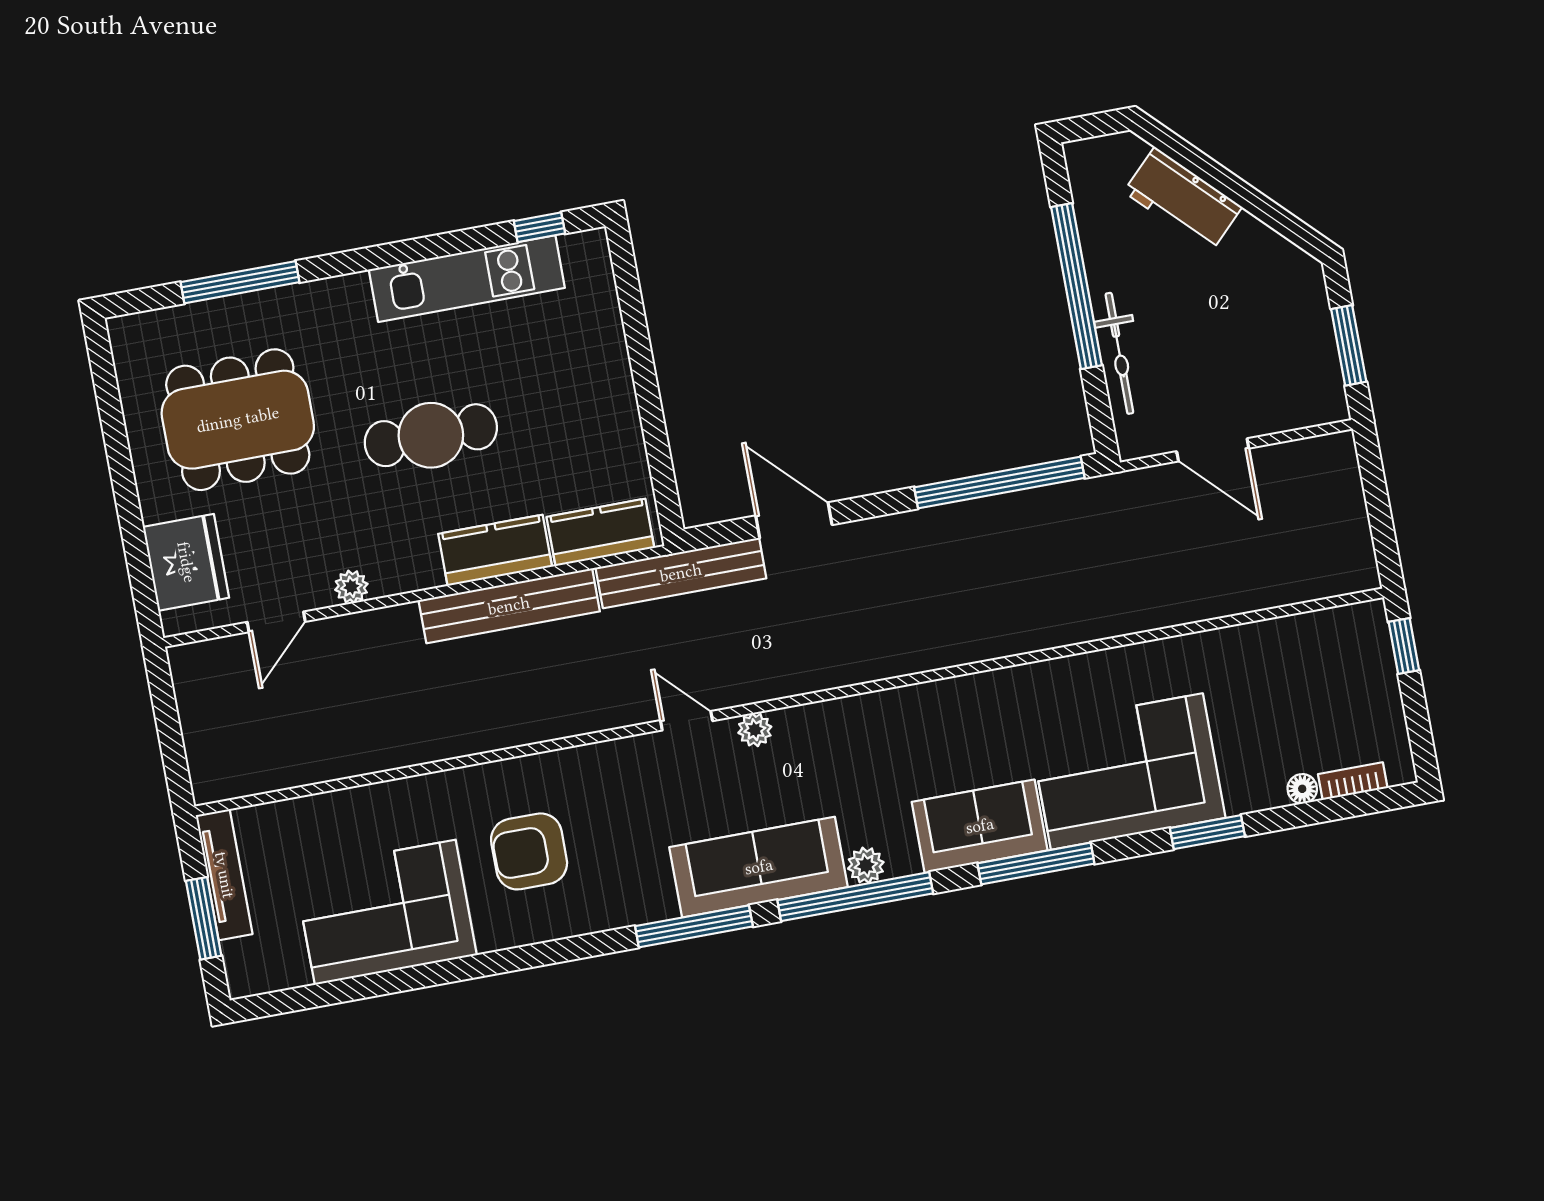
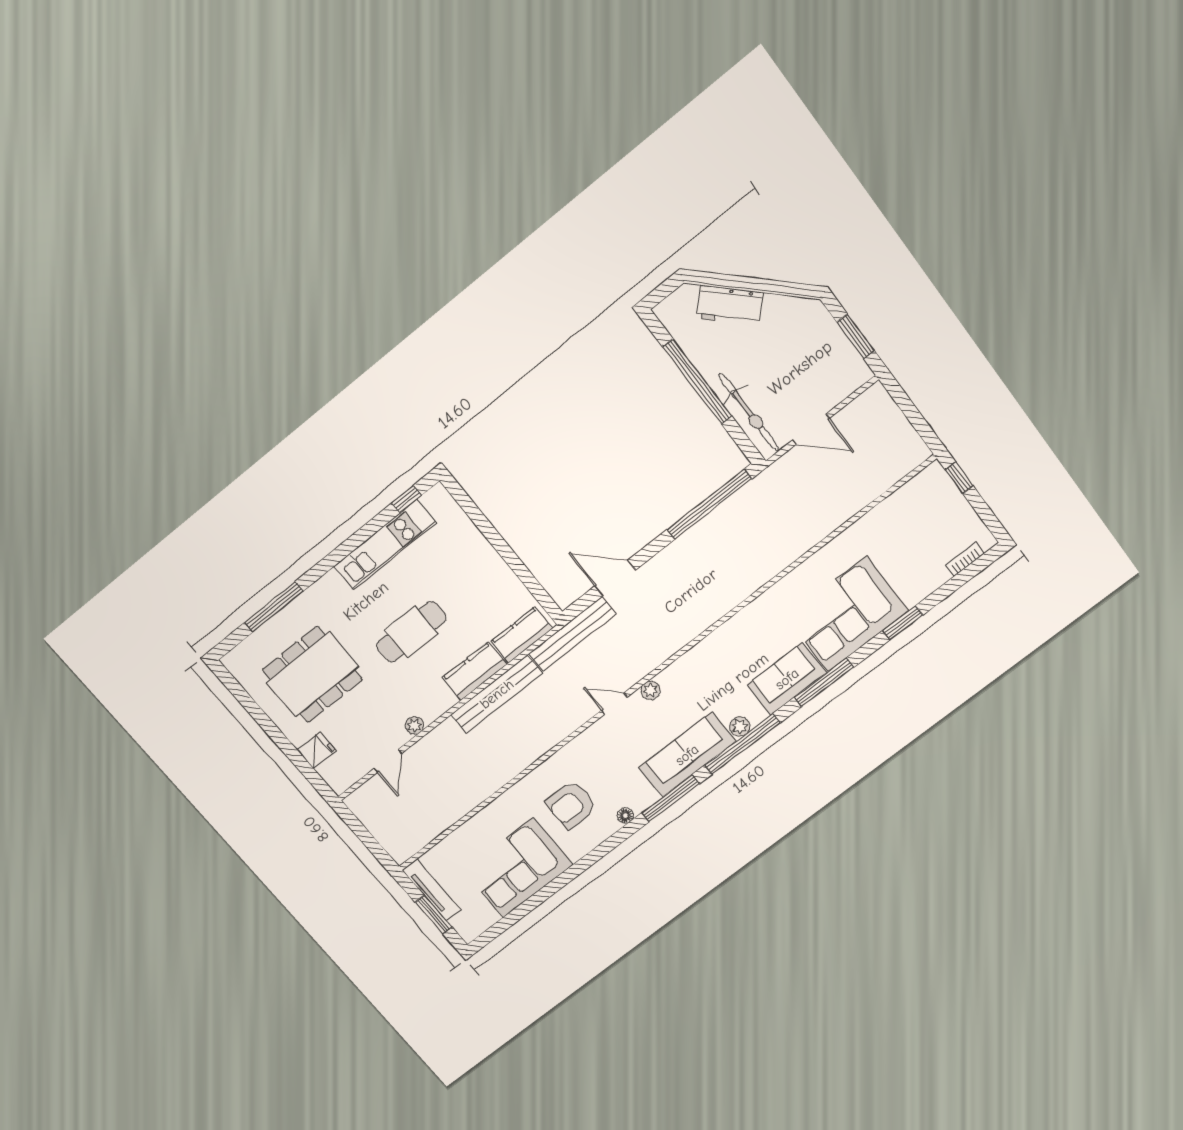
bicycle: (1119, 353) -> (749, 412), width x1.37, depth x1.40
fridge: (186, 562) -> (317, 750), width x0.53, depth x0.75
floor lamp: (1302, 789) -> (625, 816), moved

